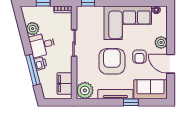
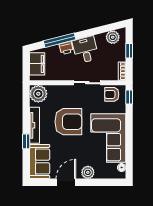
plant: (33, 29) -> (113, 37), moved
armchair: (139, 57) -> (112, 94), moved
filing cabinet: (65, 84) -> (37, 64), moved, turned 90

